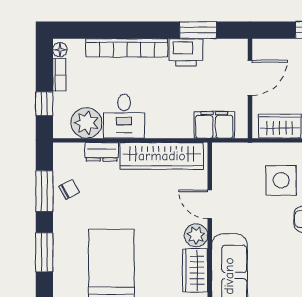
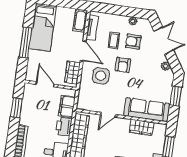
printer: (186, 52) -> (64, 126), moved, turned 180
plant: (196, 235) -> (123, 124), removed

